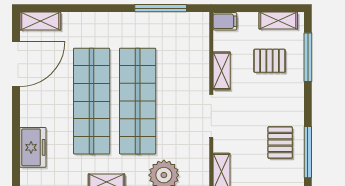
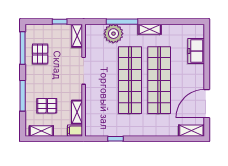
window: (161, 8) -> (116, 139), width x0.46
window: (308, 57) -> (23, 96), moved
shelving: (222, 71) -> (77, 112), moved

